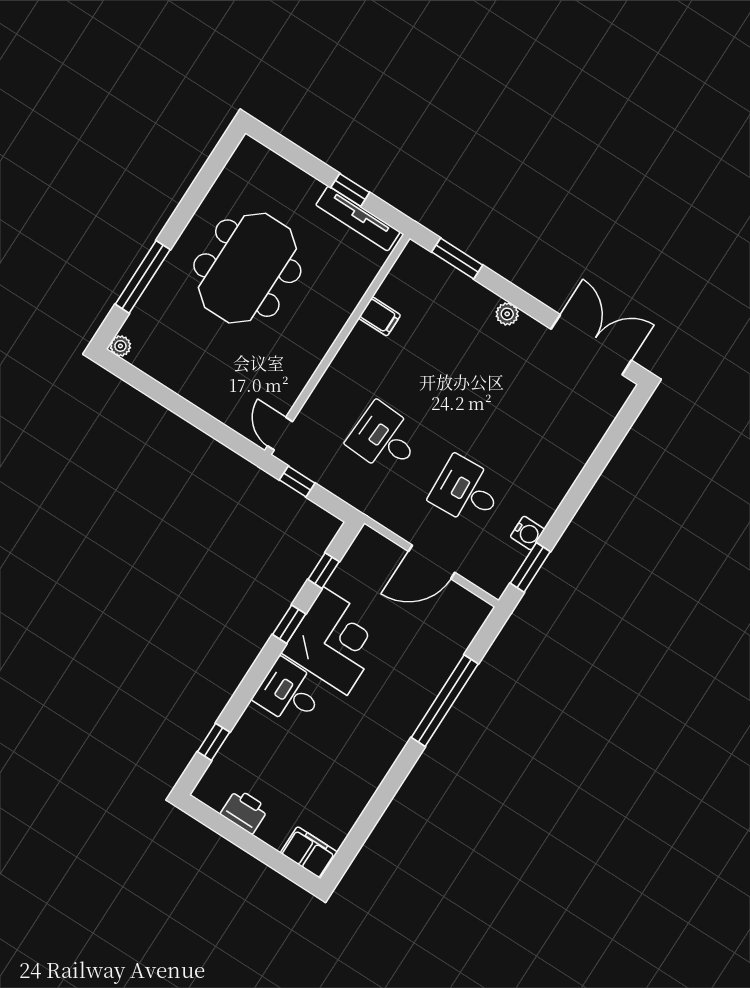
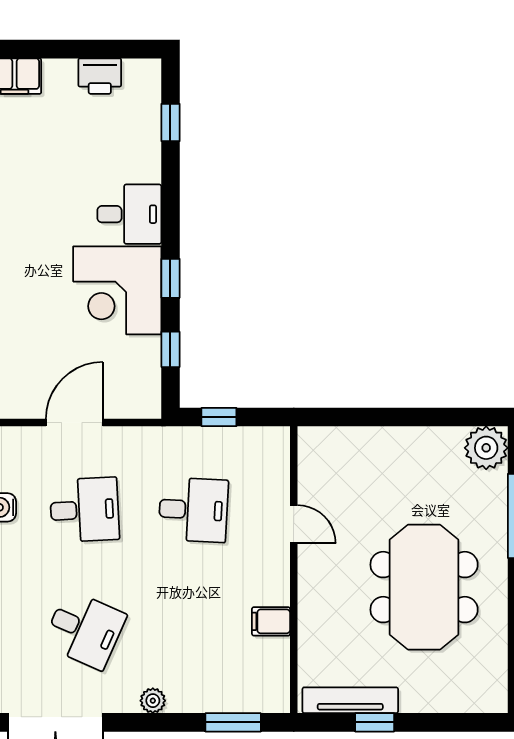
plant: (120, 346) -> (486, 448), width x1.88, depth x1.88
desk: (524, 401) -> (85, 630), added
door: (280, 434) -> (294, 524), moved
window: (297, 481) -> (219, 417), moved

